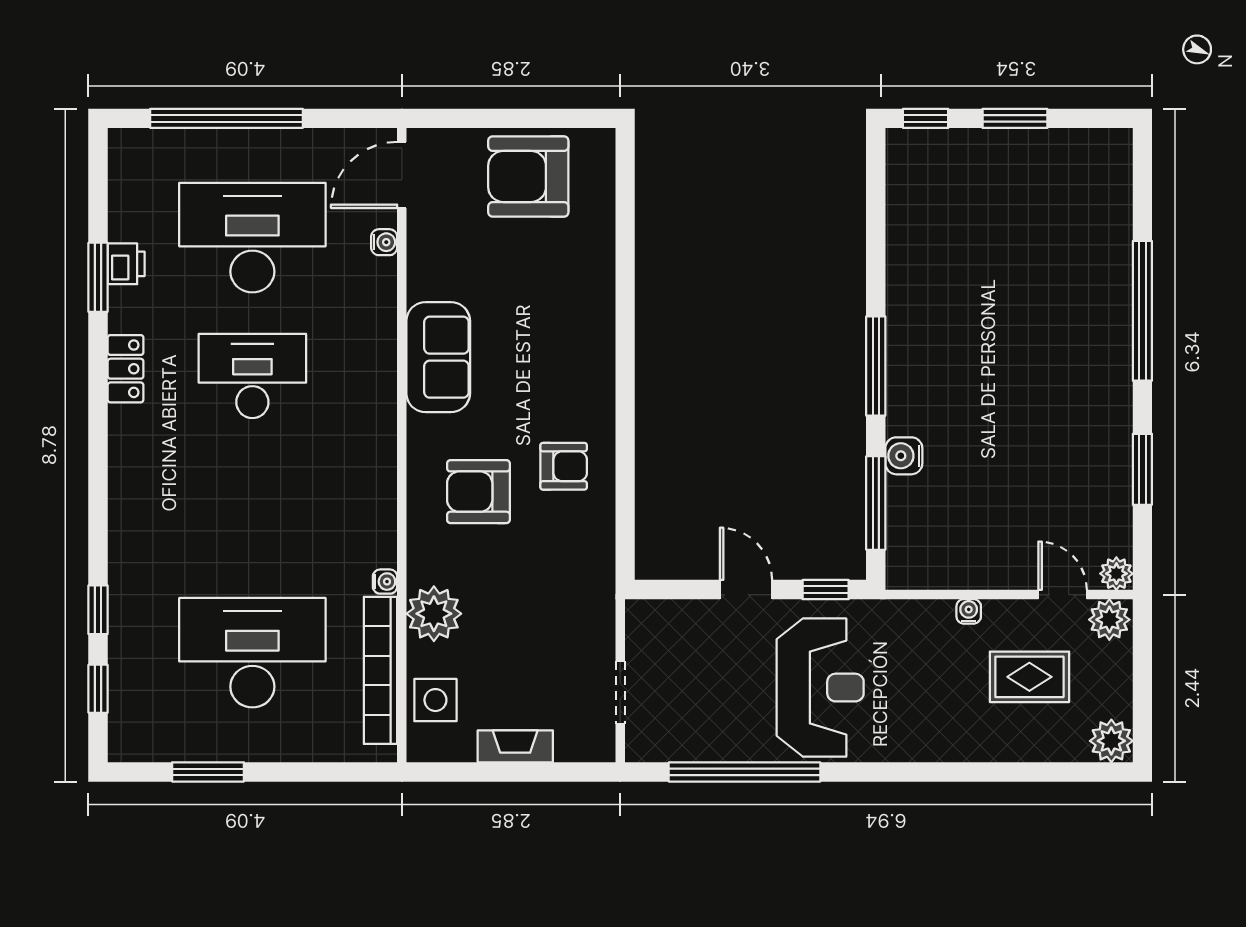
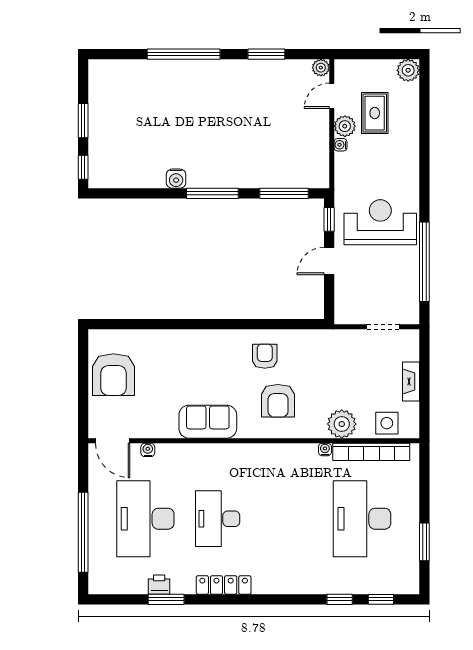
locker: (126, 369) -> (224, 585), width x1.53
water cooler: (904, 456) -> (176, 179), moved
plant: (1109, 620) -> (345, 126), moved

